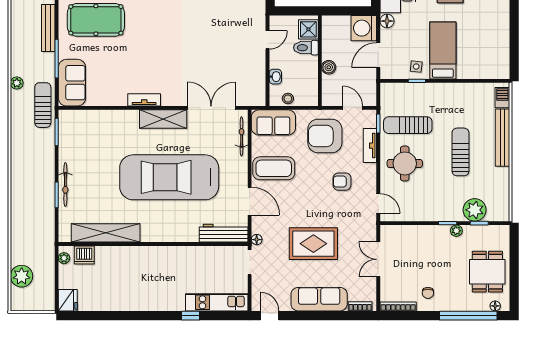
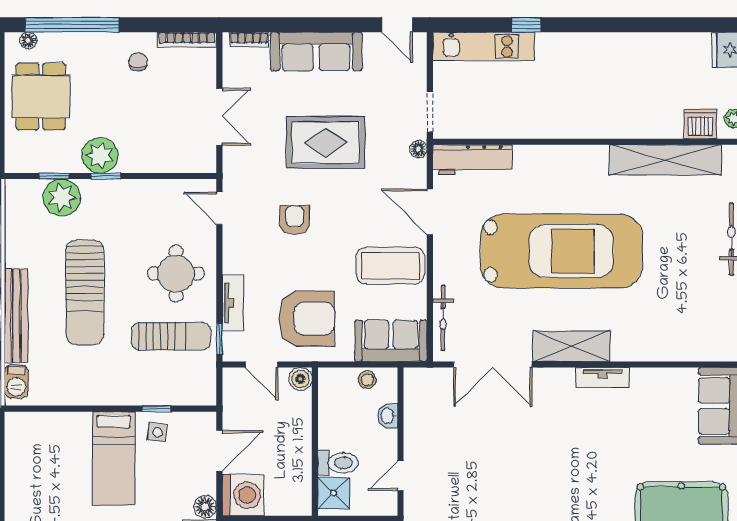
boiler: (329, 67) -> (300, 379), moved
sun lounger: (460, 152) -> (85, 292), width x1.36, depth x1.34
armchair: (342, 182) -> (295, 220), moved, turned -90
plant: (456, 231) -> (100, 155), width x1.88, depth x1.88

